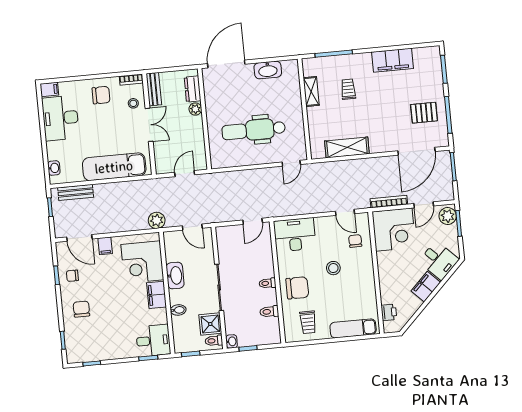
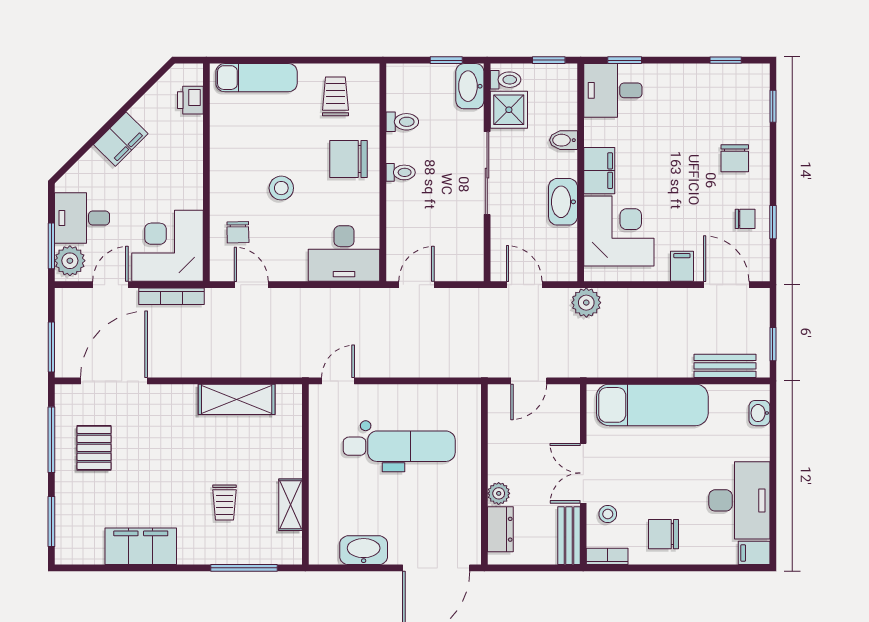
pallet: (424, 113) -> (94, 448), turned 90
desk: (439, 260) -> (82, 218), moved, turned -45
washbasin: (232, 341) -> (470, 86), width x1.91, depth x1.45

